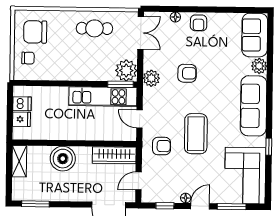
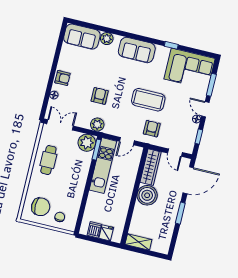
chair: (35, 32) -> (41, 207), turned -90
sofa: (254, 106) -> (137, 50), width x0.73
boiler: (63, 159) -> (147, 195), moved
window: (35, 204) -> (180, 213), moved

